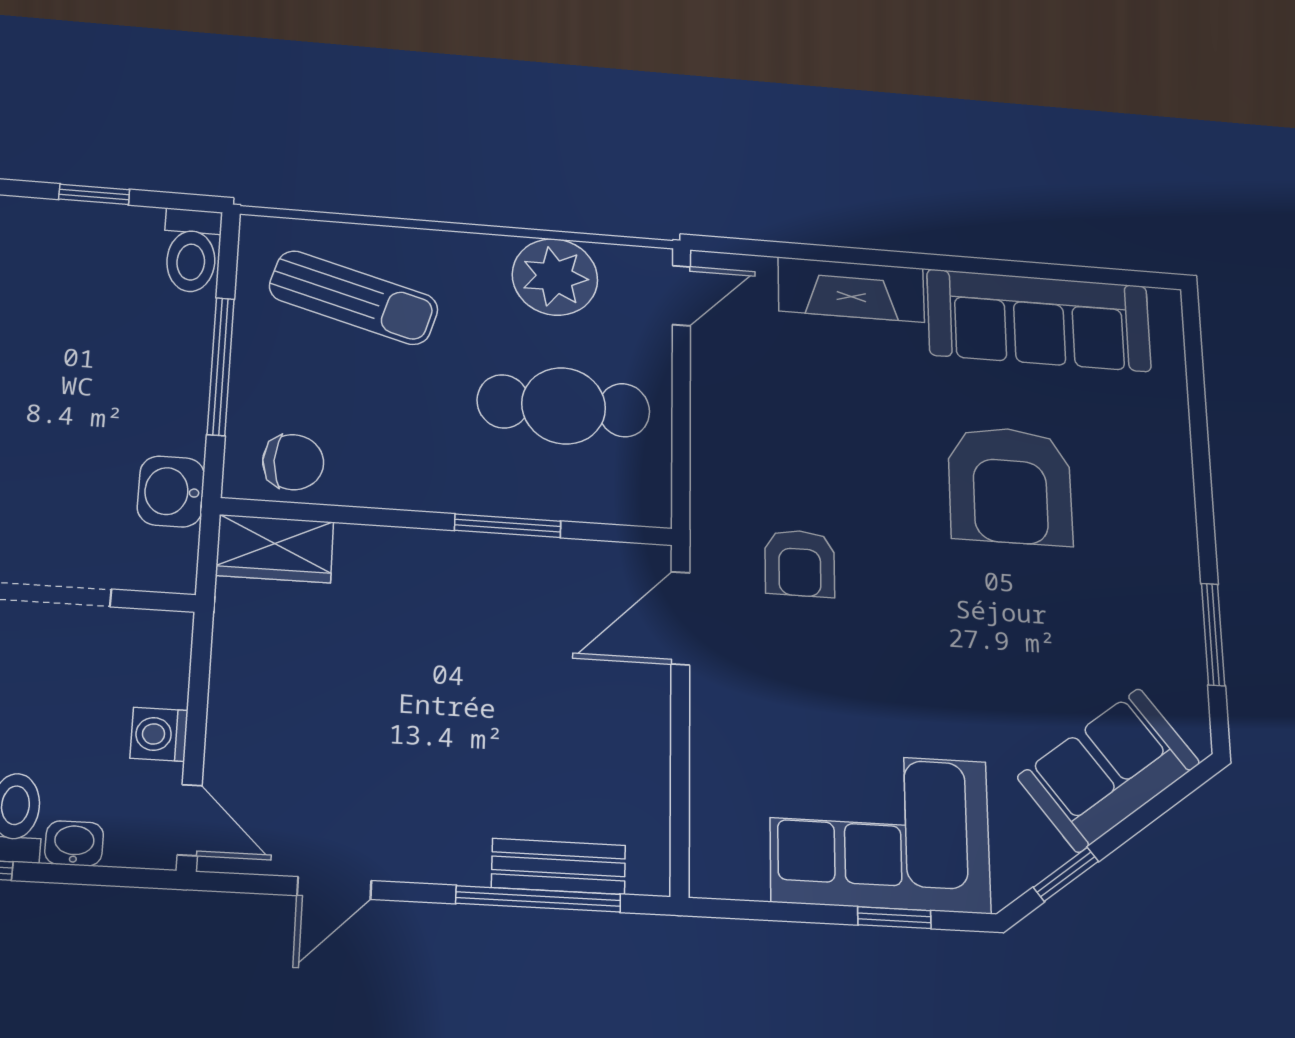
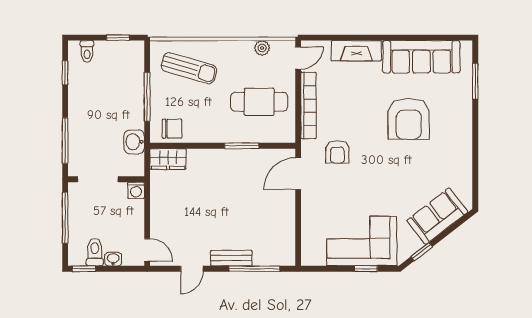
window: (94, 194) -> (118, 38), moved
toilet: (192, 251) -> (87, 51), moved, width x0.73, depth x0.72
plant: (555, 277) -> (262, 48), width x0.53, depth x0.53
bookcase: (712, 427) -> (308, 106), added
window: (1213, 634) -> (475, 81), moved
washing machine: (159, 734) -> (136, 190), moved, turned -90
bench: (559, 866) -> (231, 258), moved

